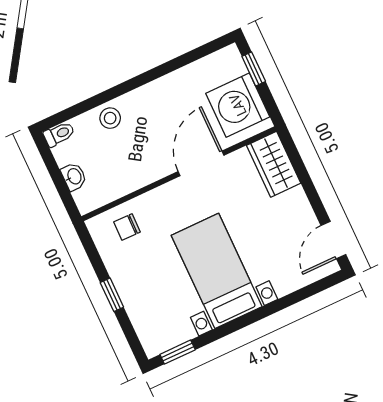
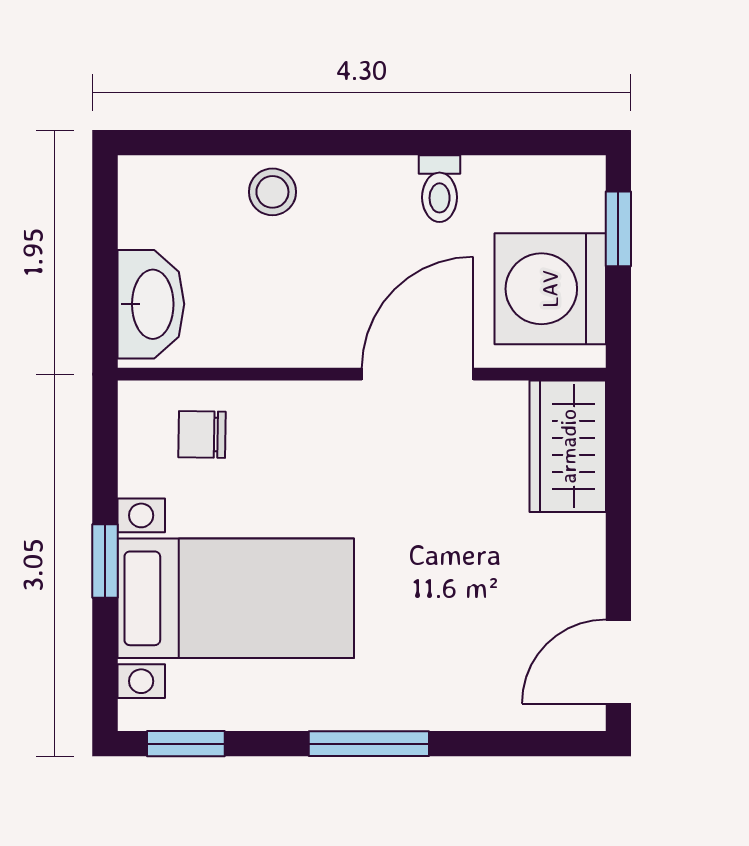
toilet: (59, 134) -> (440, 189), moved, turned 90
washbasin: (74, 177) -> (151, 304), width x1.91, depth x1.45
bed with nightstands: (217, 271) -> (236, 598), moved, turned 90
window: (250, 318) -> (369, 744), added

